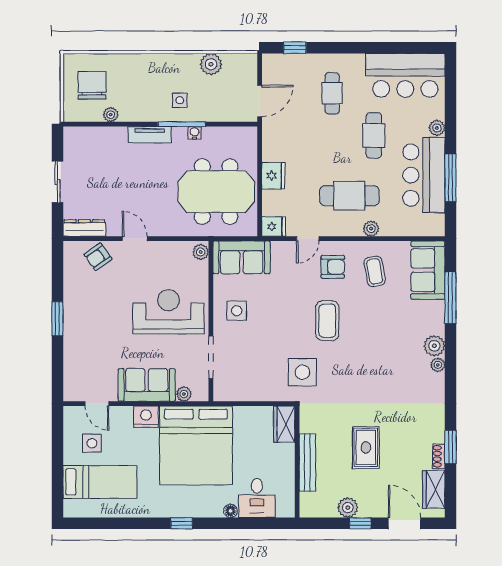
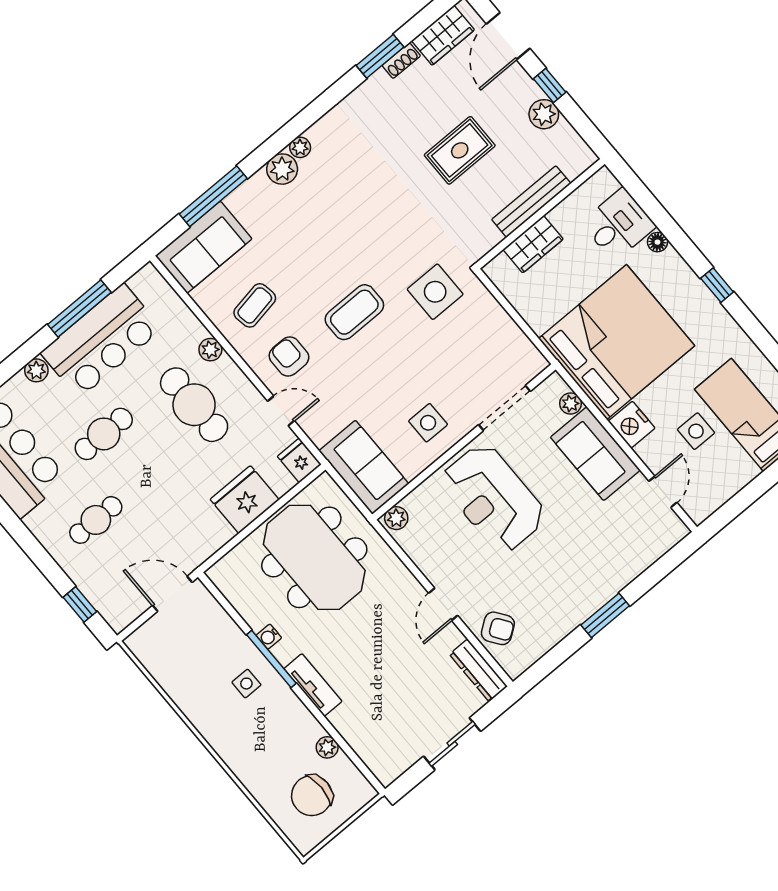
plant: (211, 64) -> (177, 682), removed
fridge: (273, 176) -> (245, 500), width x1.36, depth x1.34
wardrobe: (284, 424) -> (533, 244), moved
side table: (92, 443) -> (696, 431), moved

